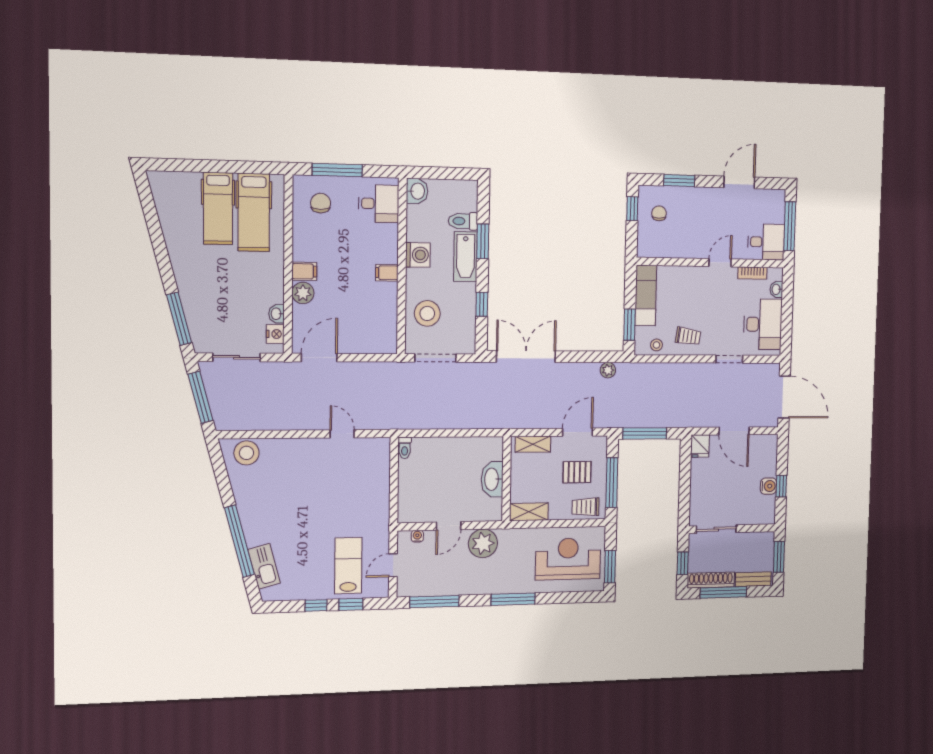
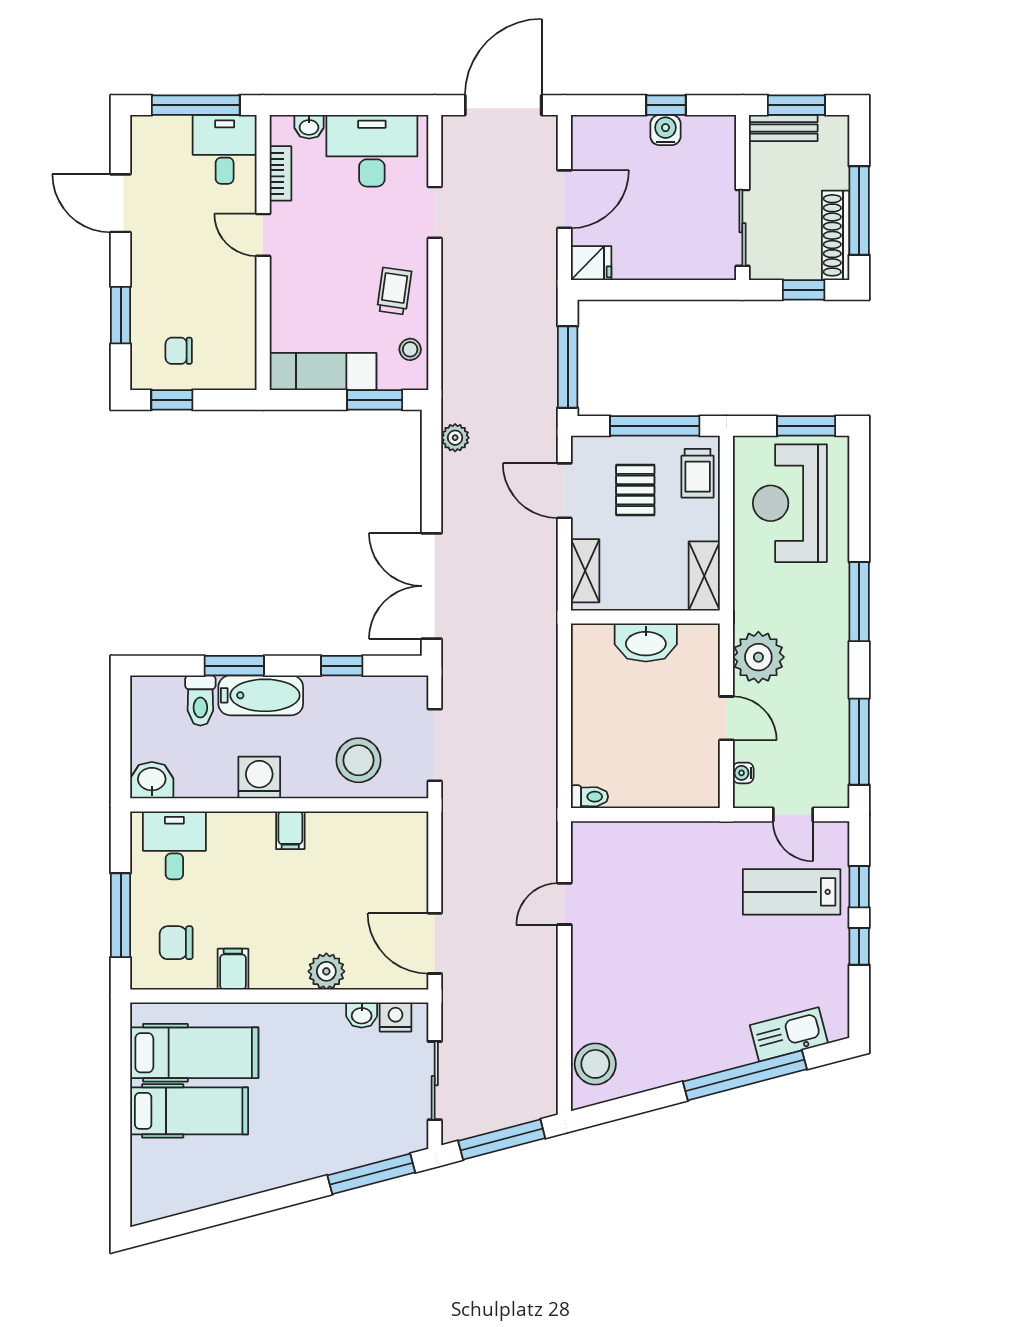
filing cabinet: (304, 271) -> (233, 969), moved
bench: (753, 579) -> (783, 128), moved, turned 90

